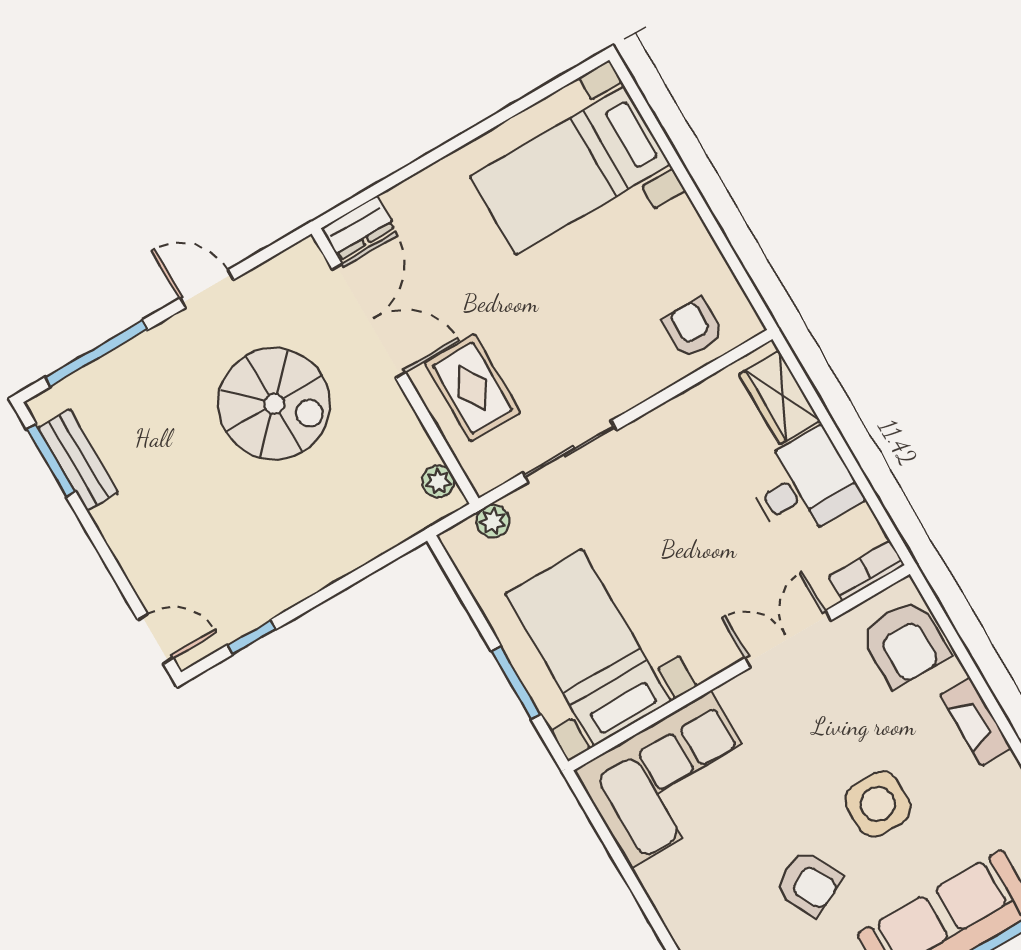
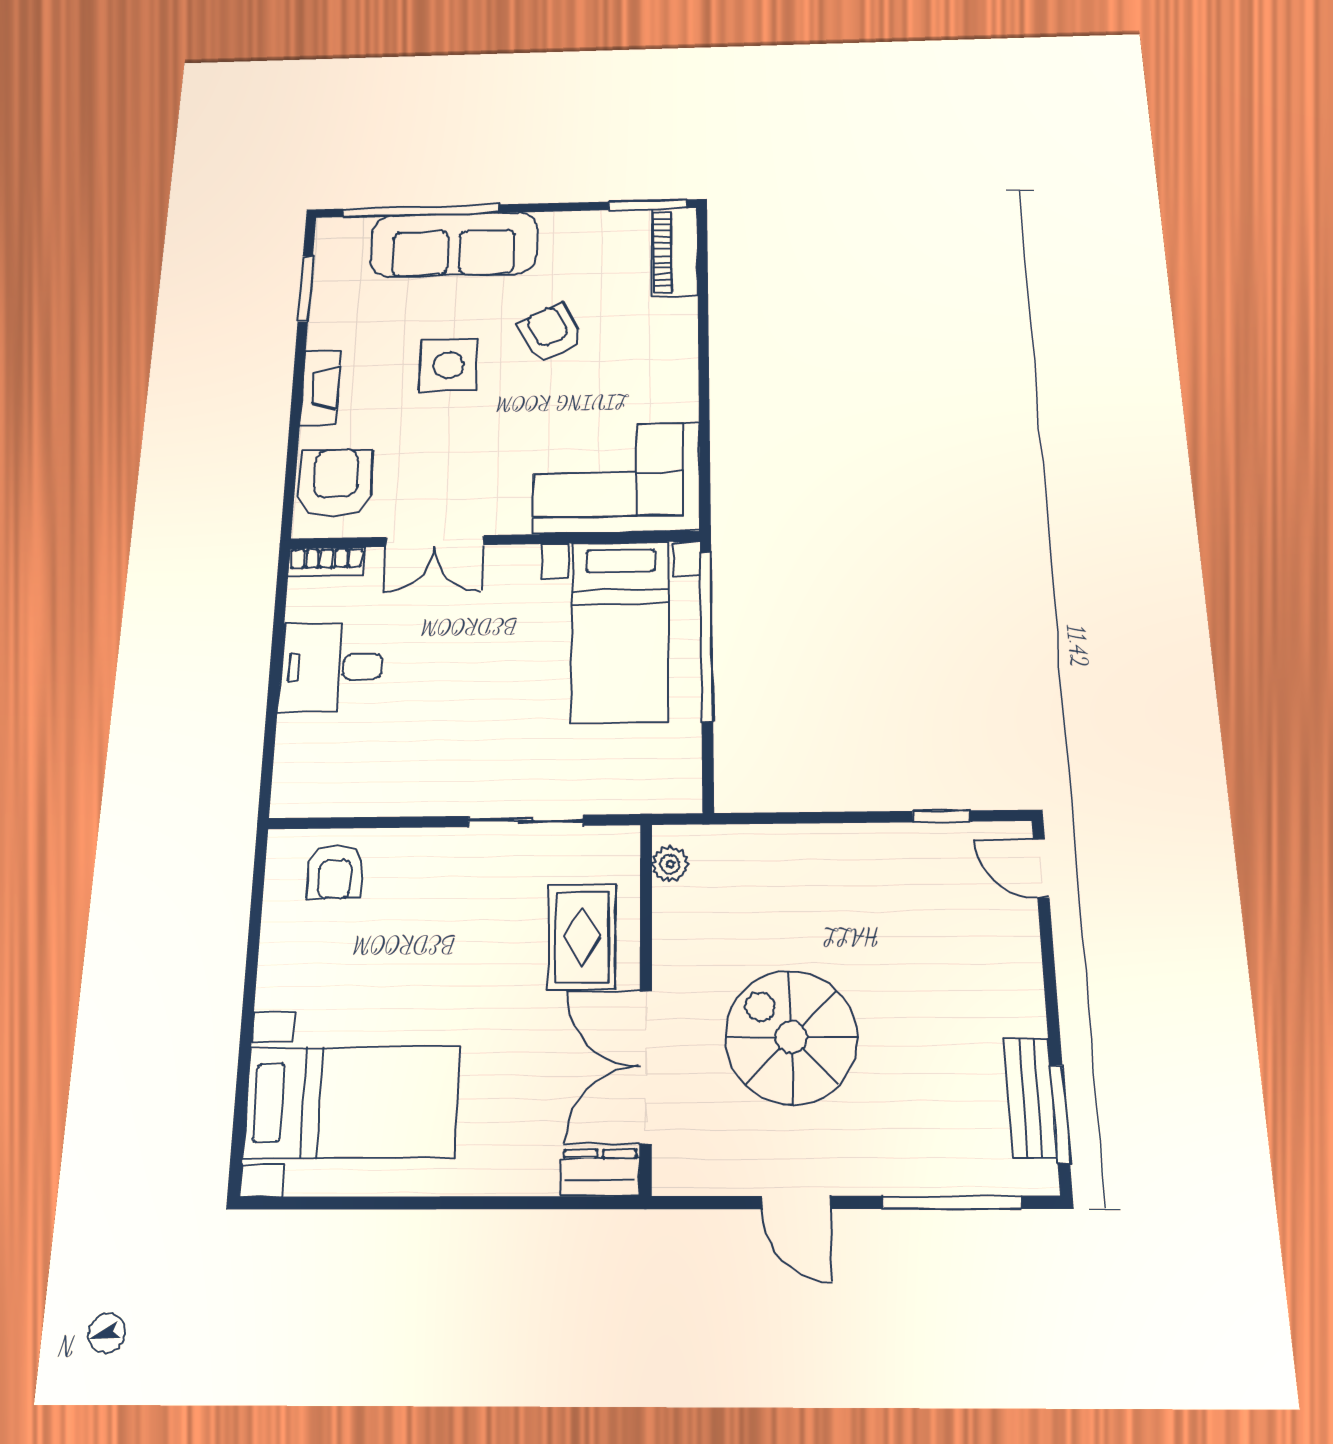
wardrobe: (779, 398) -> (299, 759), removed
plant: (493, 521) -> (639, 796), removed
window: (516, 683) -> (706, 635), width x2.11

